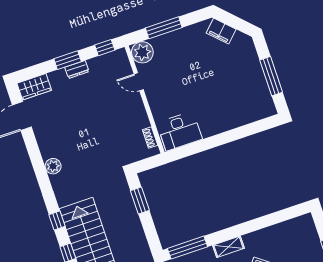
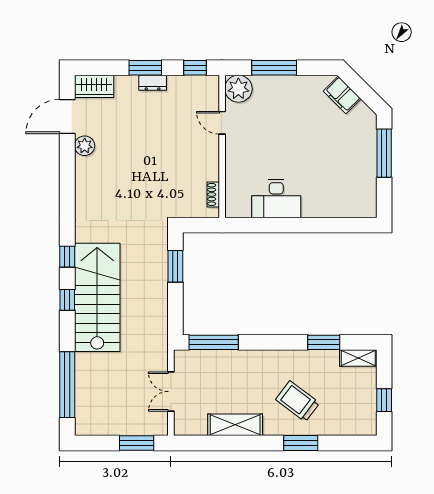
window: (271, 76) -> (384, 153), moved
desk: (180, 131) -> (276, 199), moved
plant: (53, 166) -> (85, 146), moved
window: (269, 220) -> (324, 342), added
shelving: (229, 247) -> (358, 358), moved

